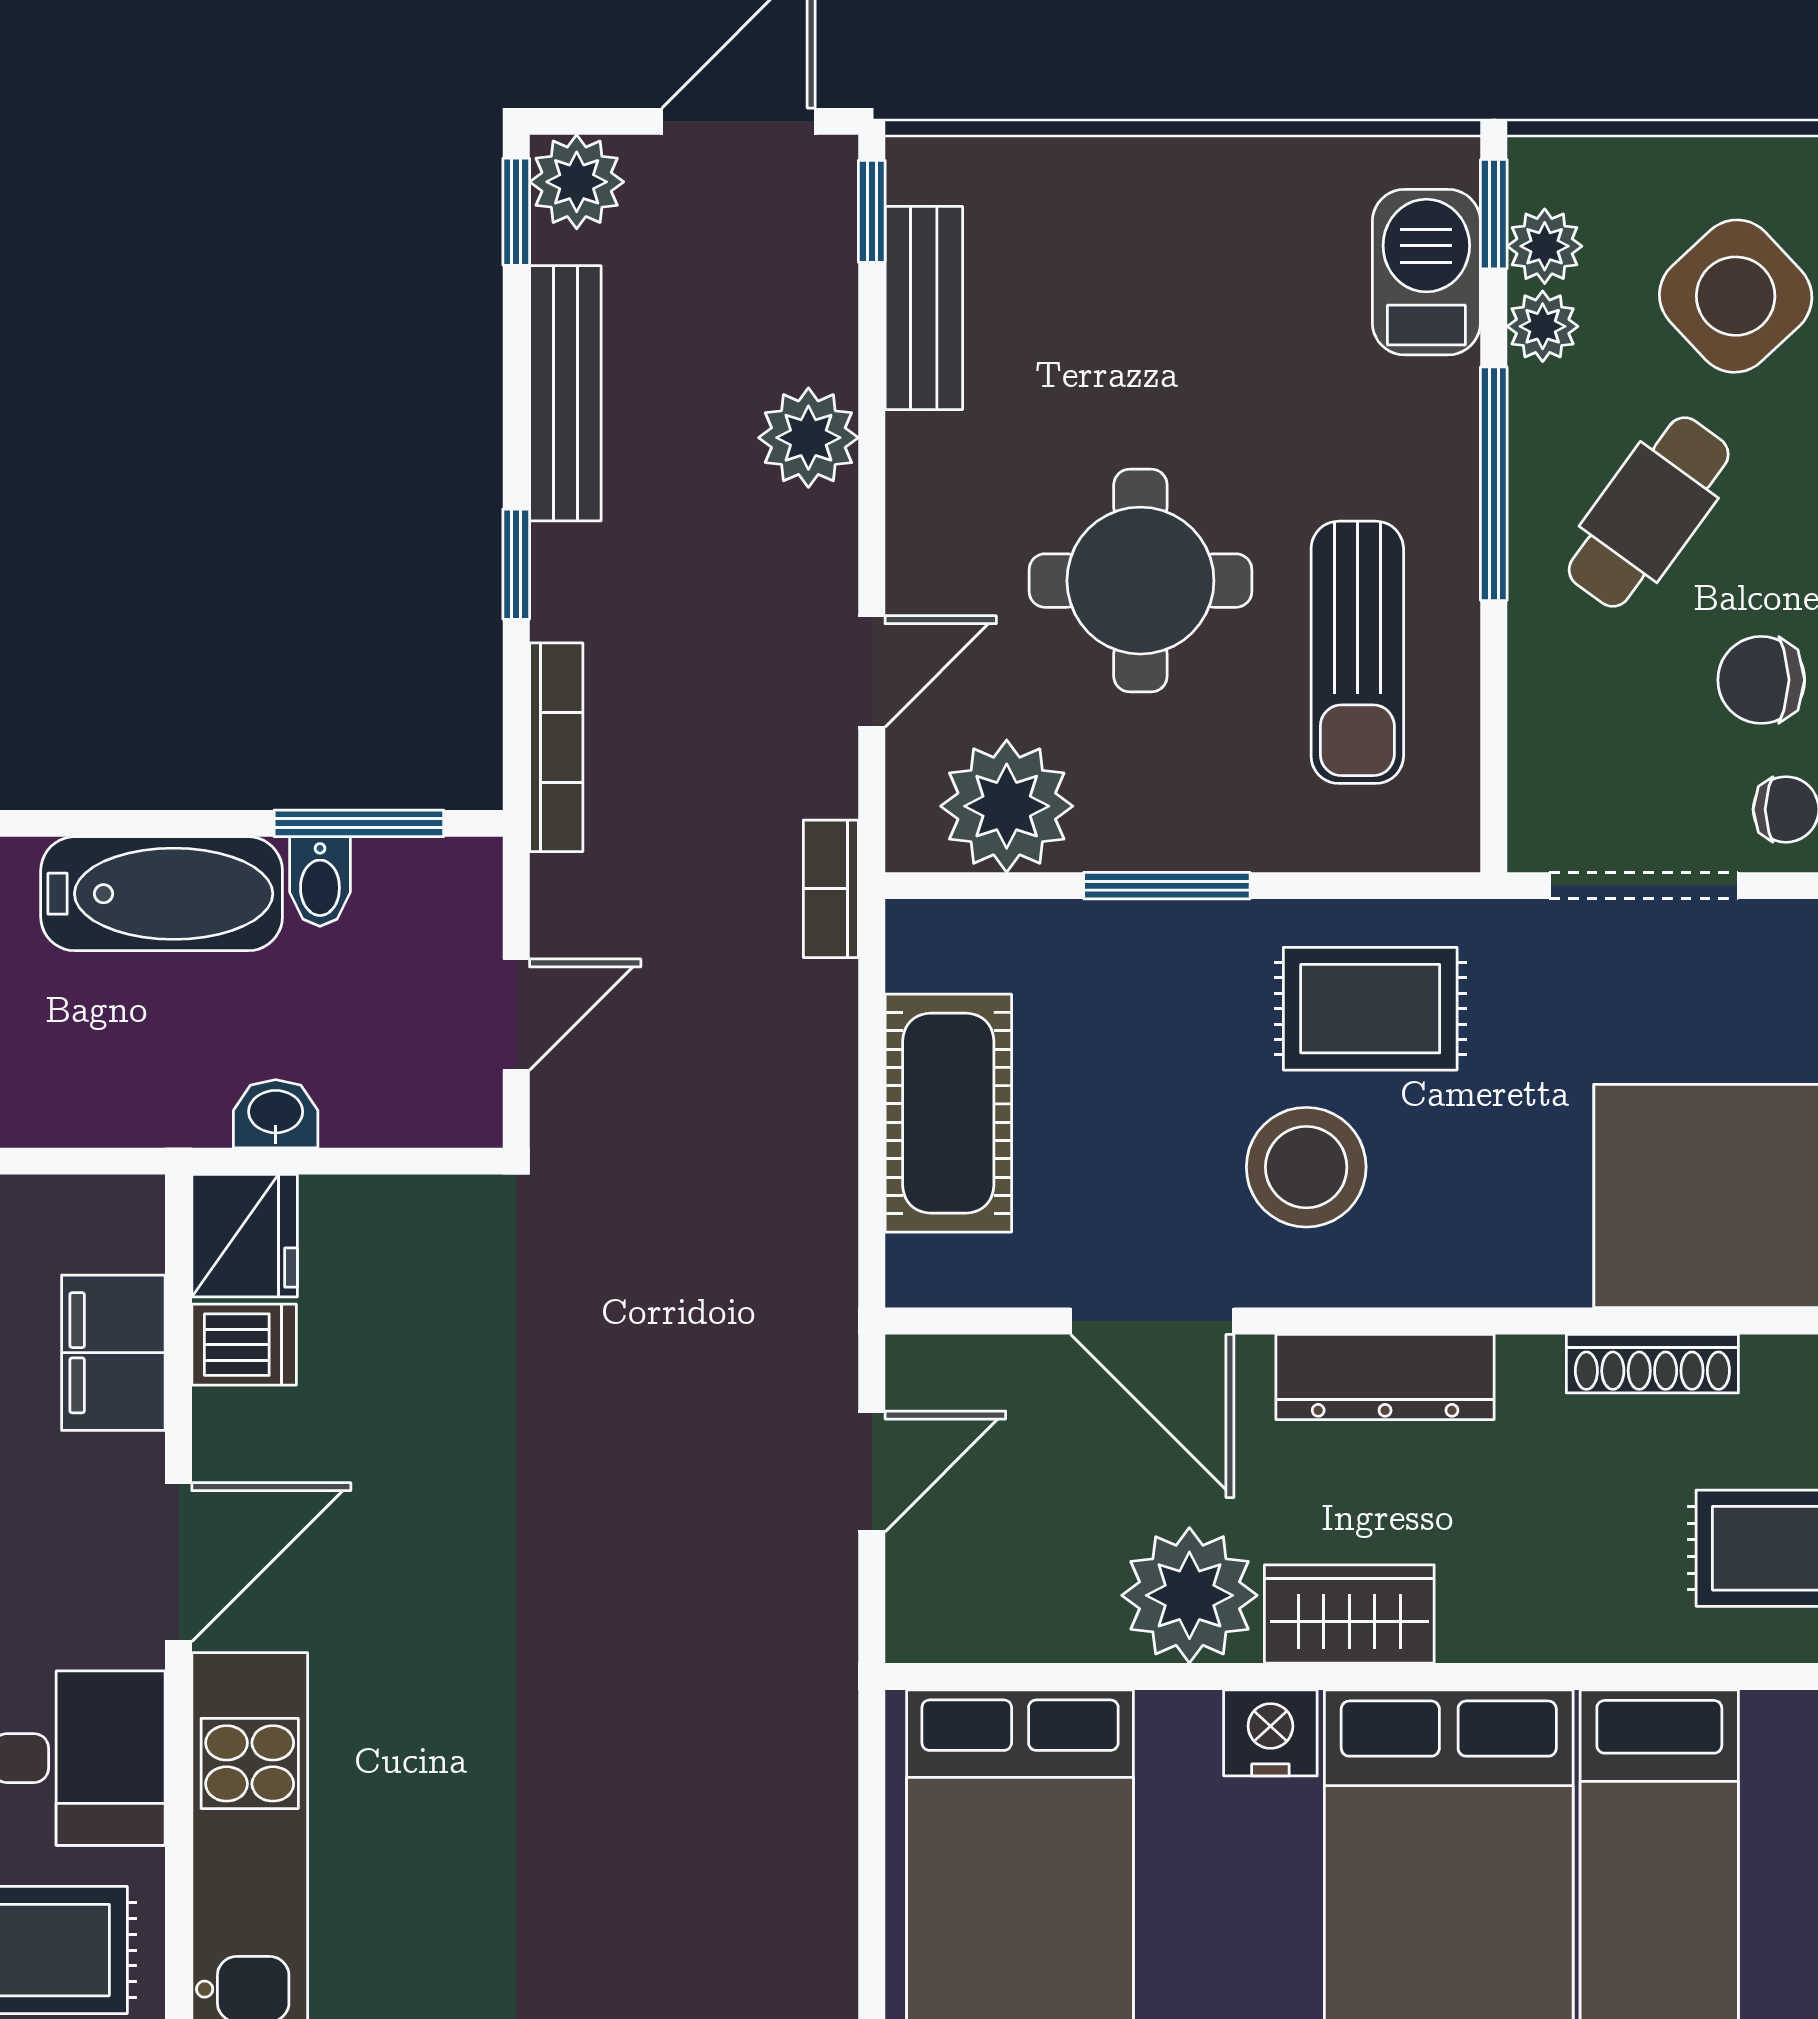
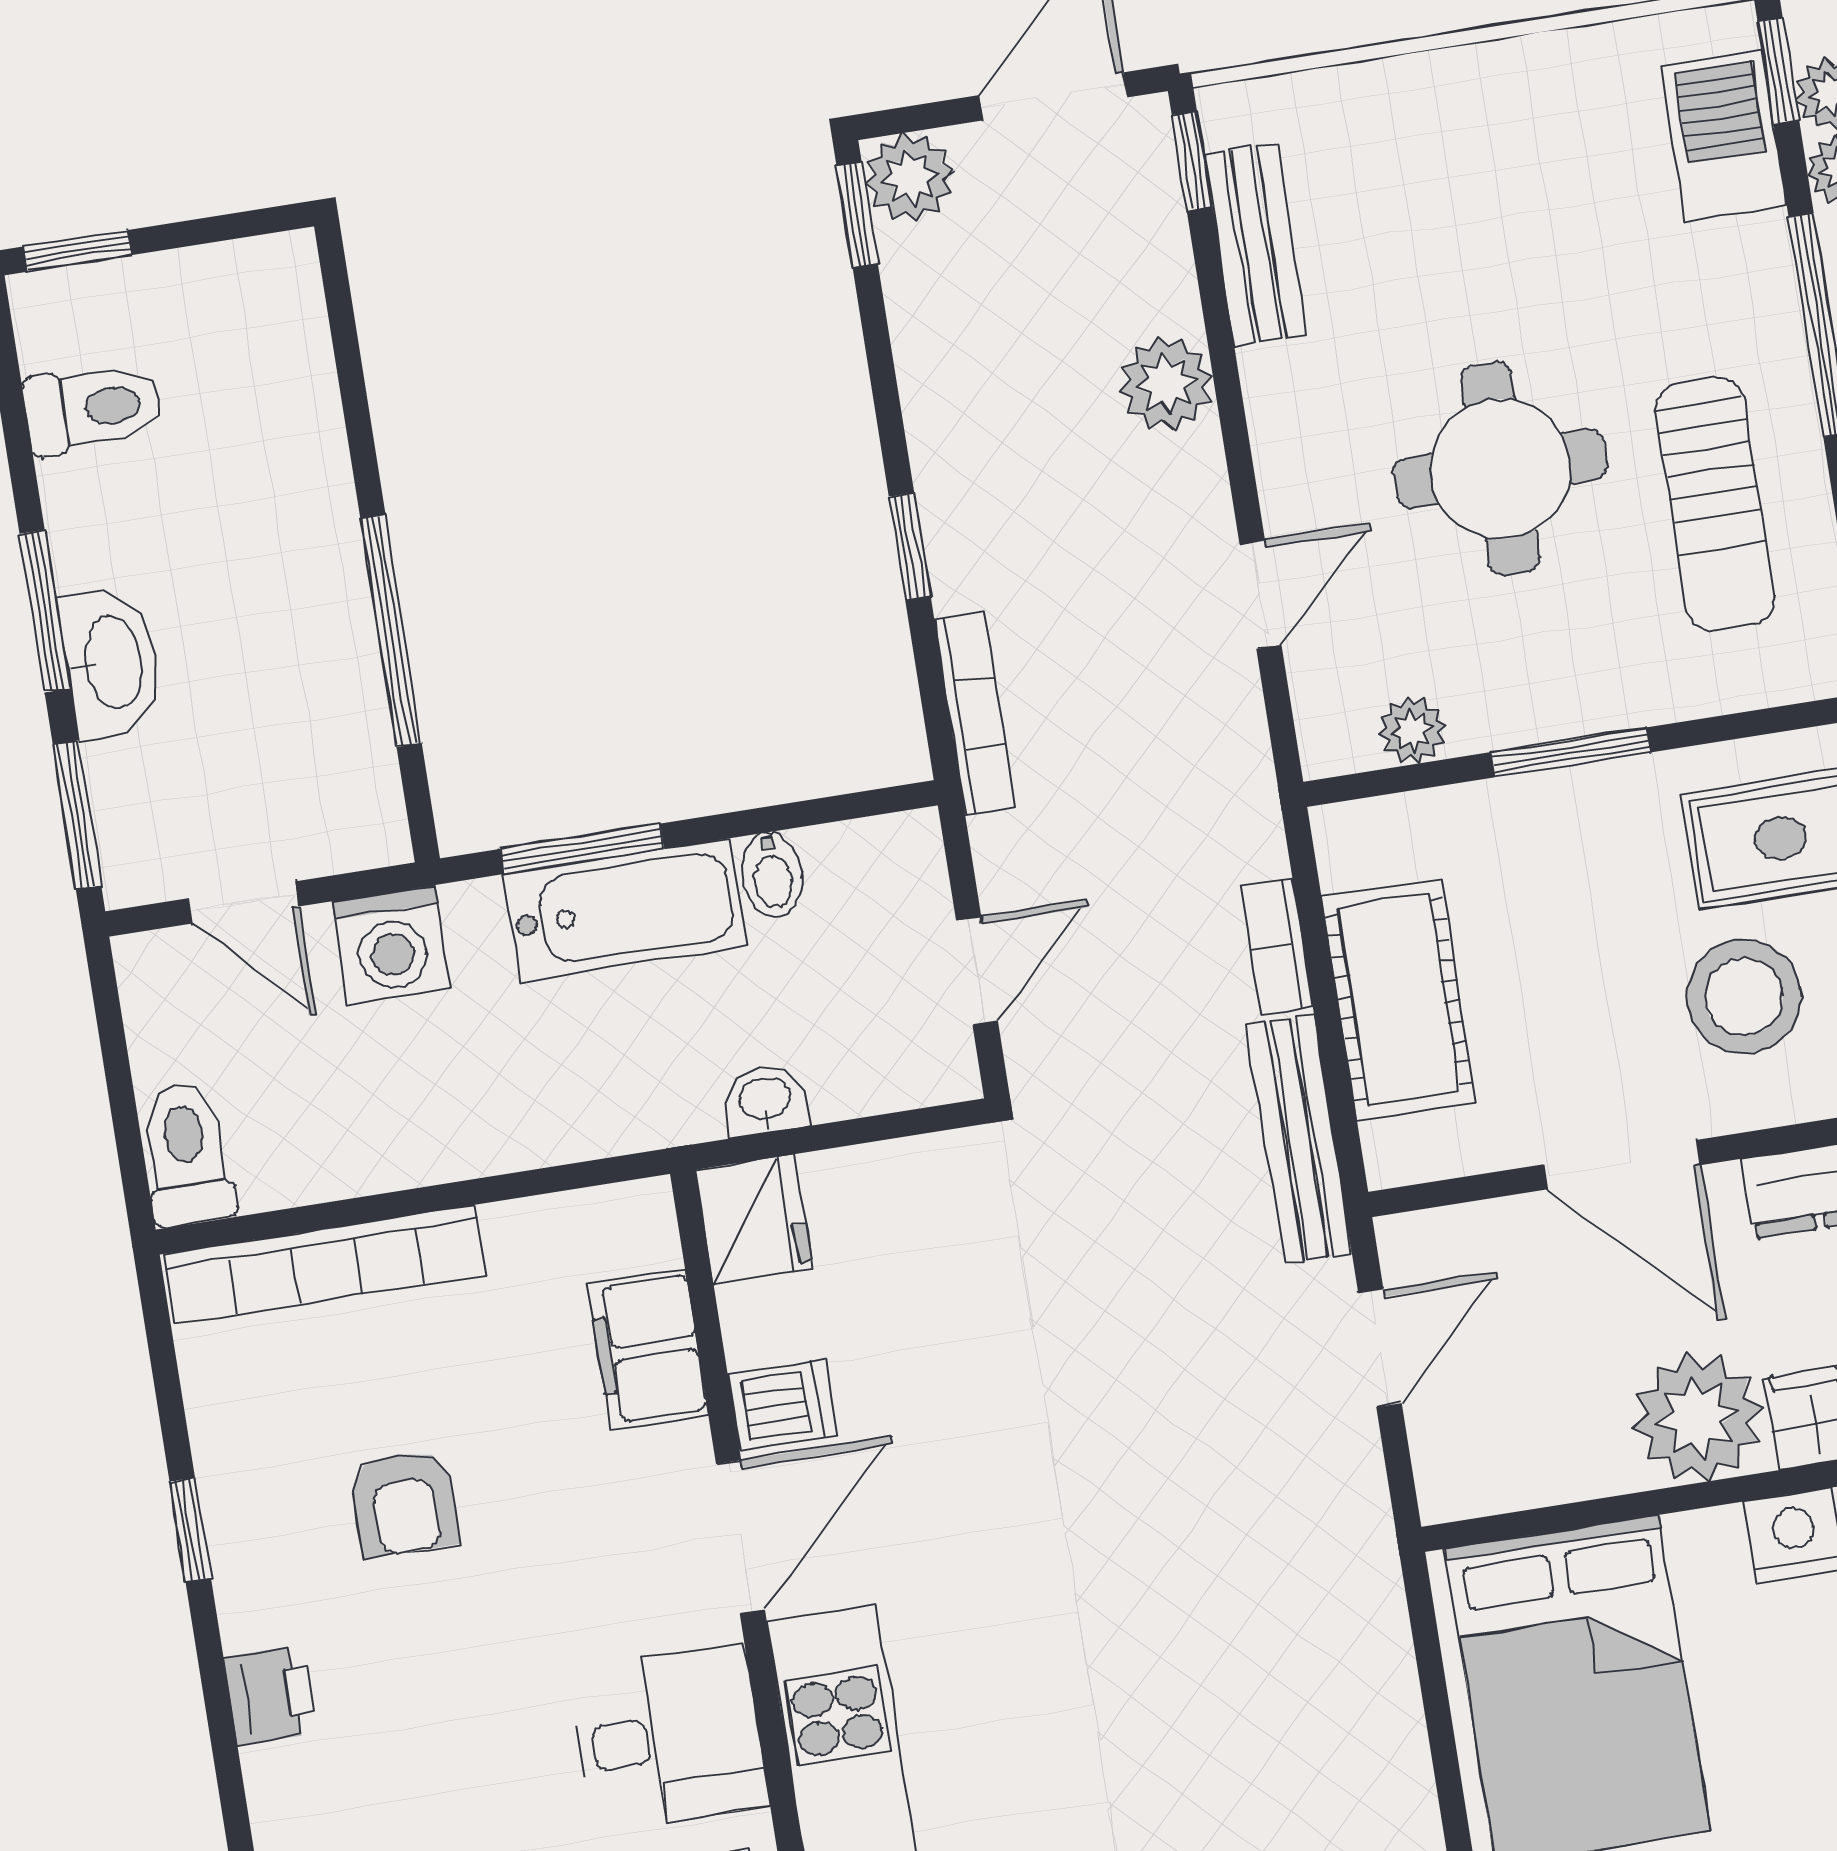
bench: (565, 393) -> (1299, 1139), moved
plant: (1007, 806) -> (1412, 730), width x0.53, depth x0.53
window: (359, 823) -> (582, 849), moved
bookcase: (831, 889) -> (1277, 946), moved
dishwasher: (244, 1345) -> (783, 1405), moved

